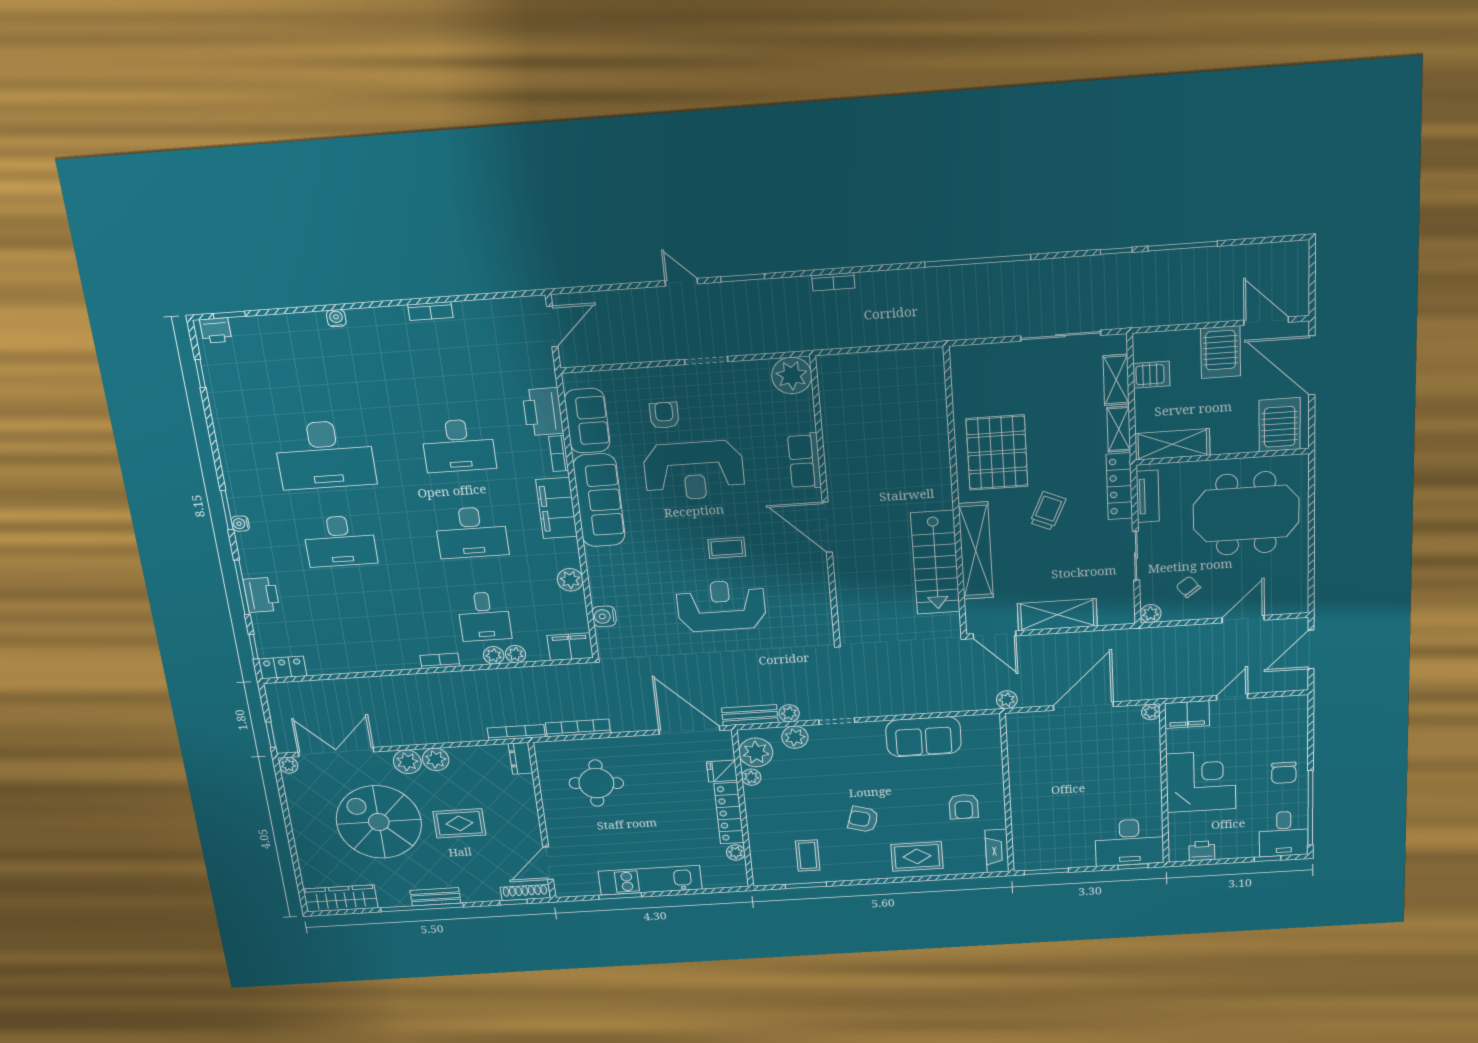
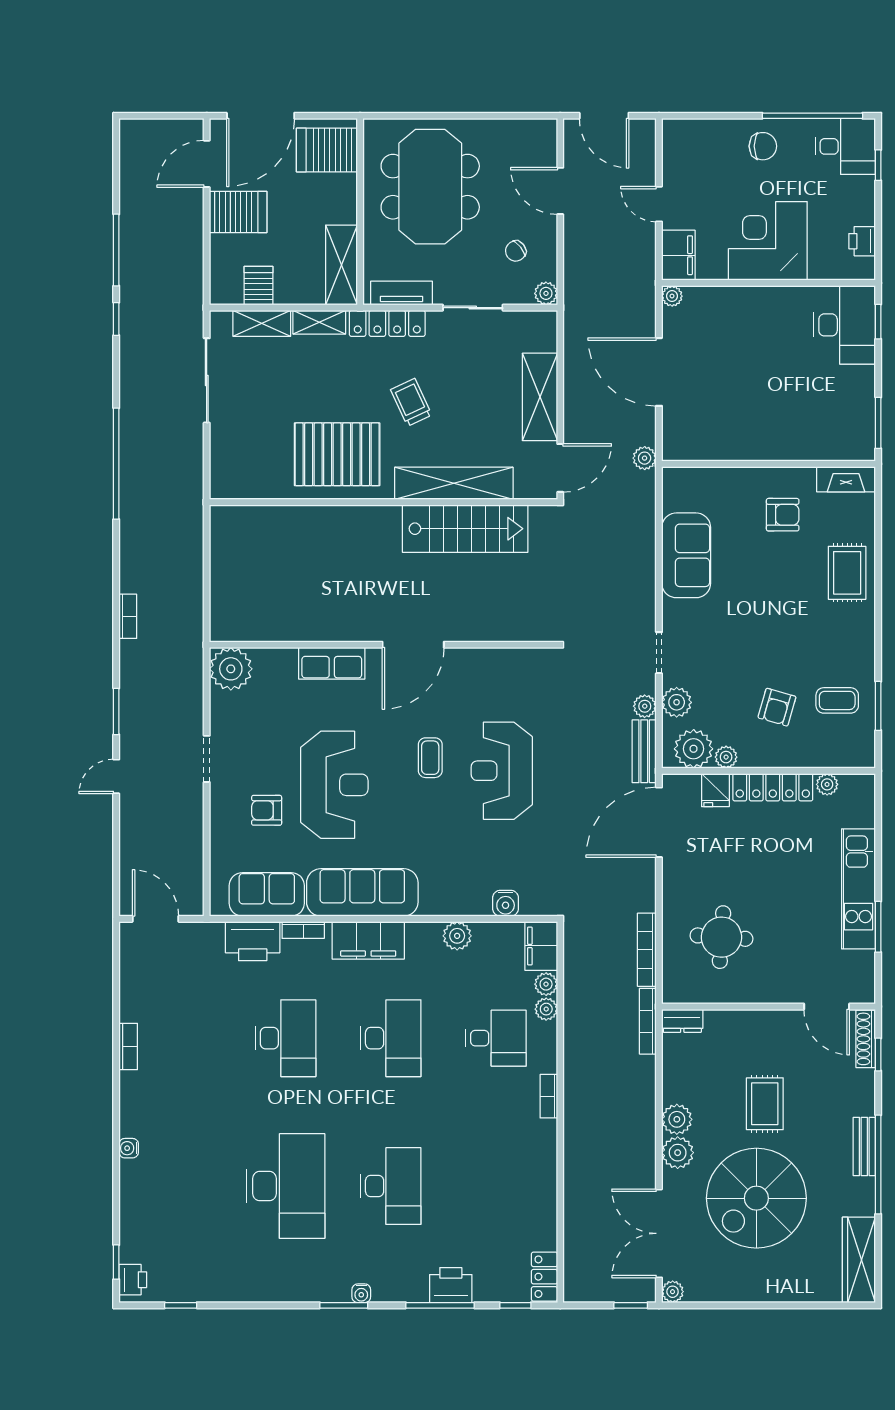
trolley: (1048, 511) -> (411, 402), turned 41
plant: (494, 655) -> (546, 984), moved
armchair: (863, 819) -> (777, 707), moved

